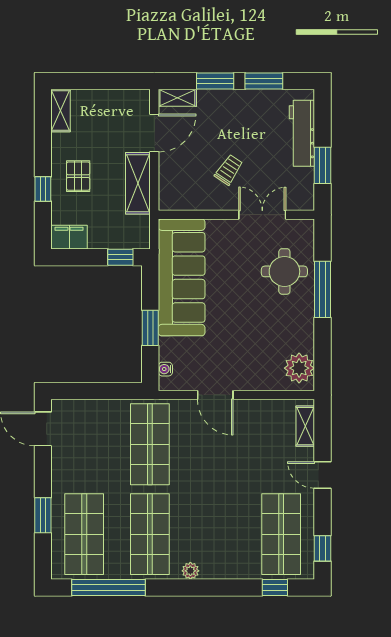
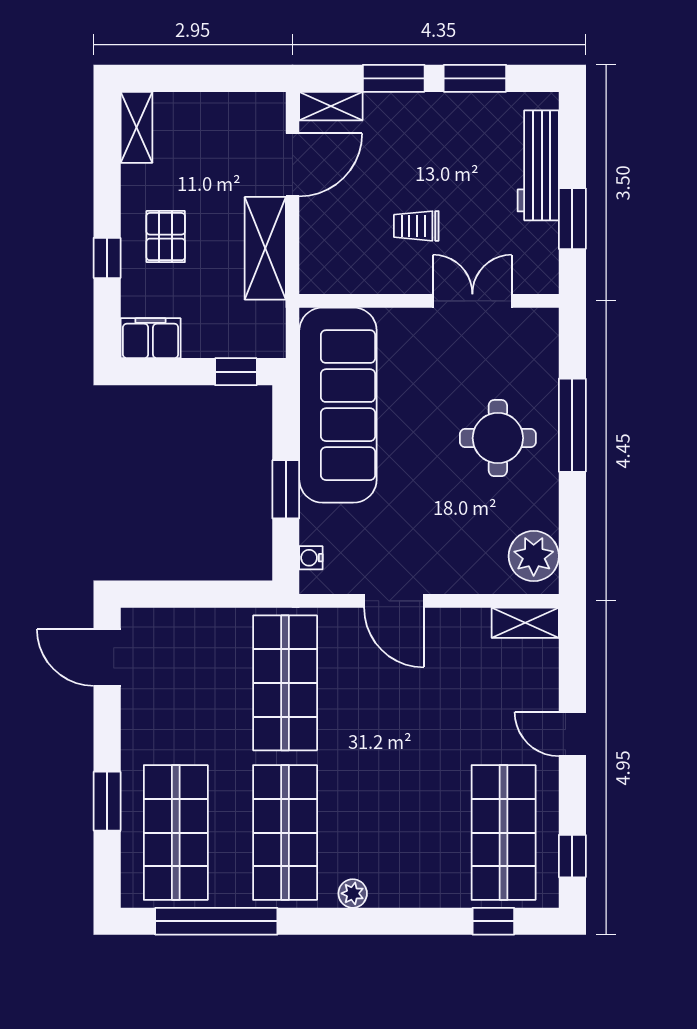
trolley: (229, 170) -> (416, 226), turned -124
round table: (284, 271) -> (498, 438), moved
shelving: (305, 426) -> (525, 623), moved, turned 90

